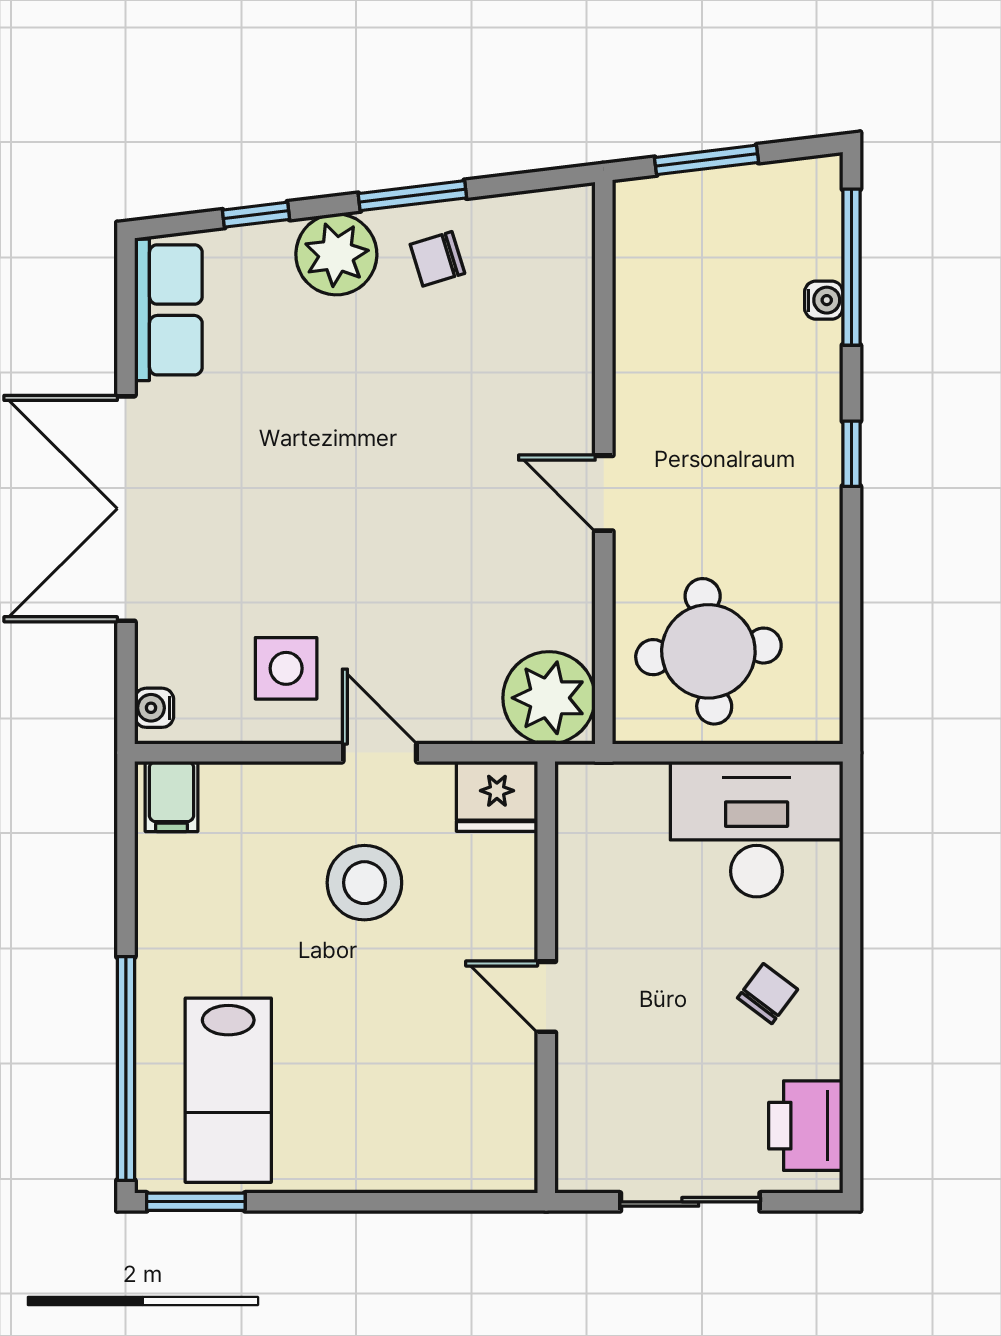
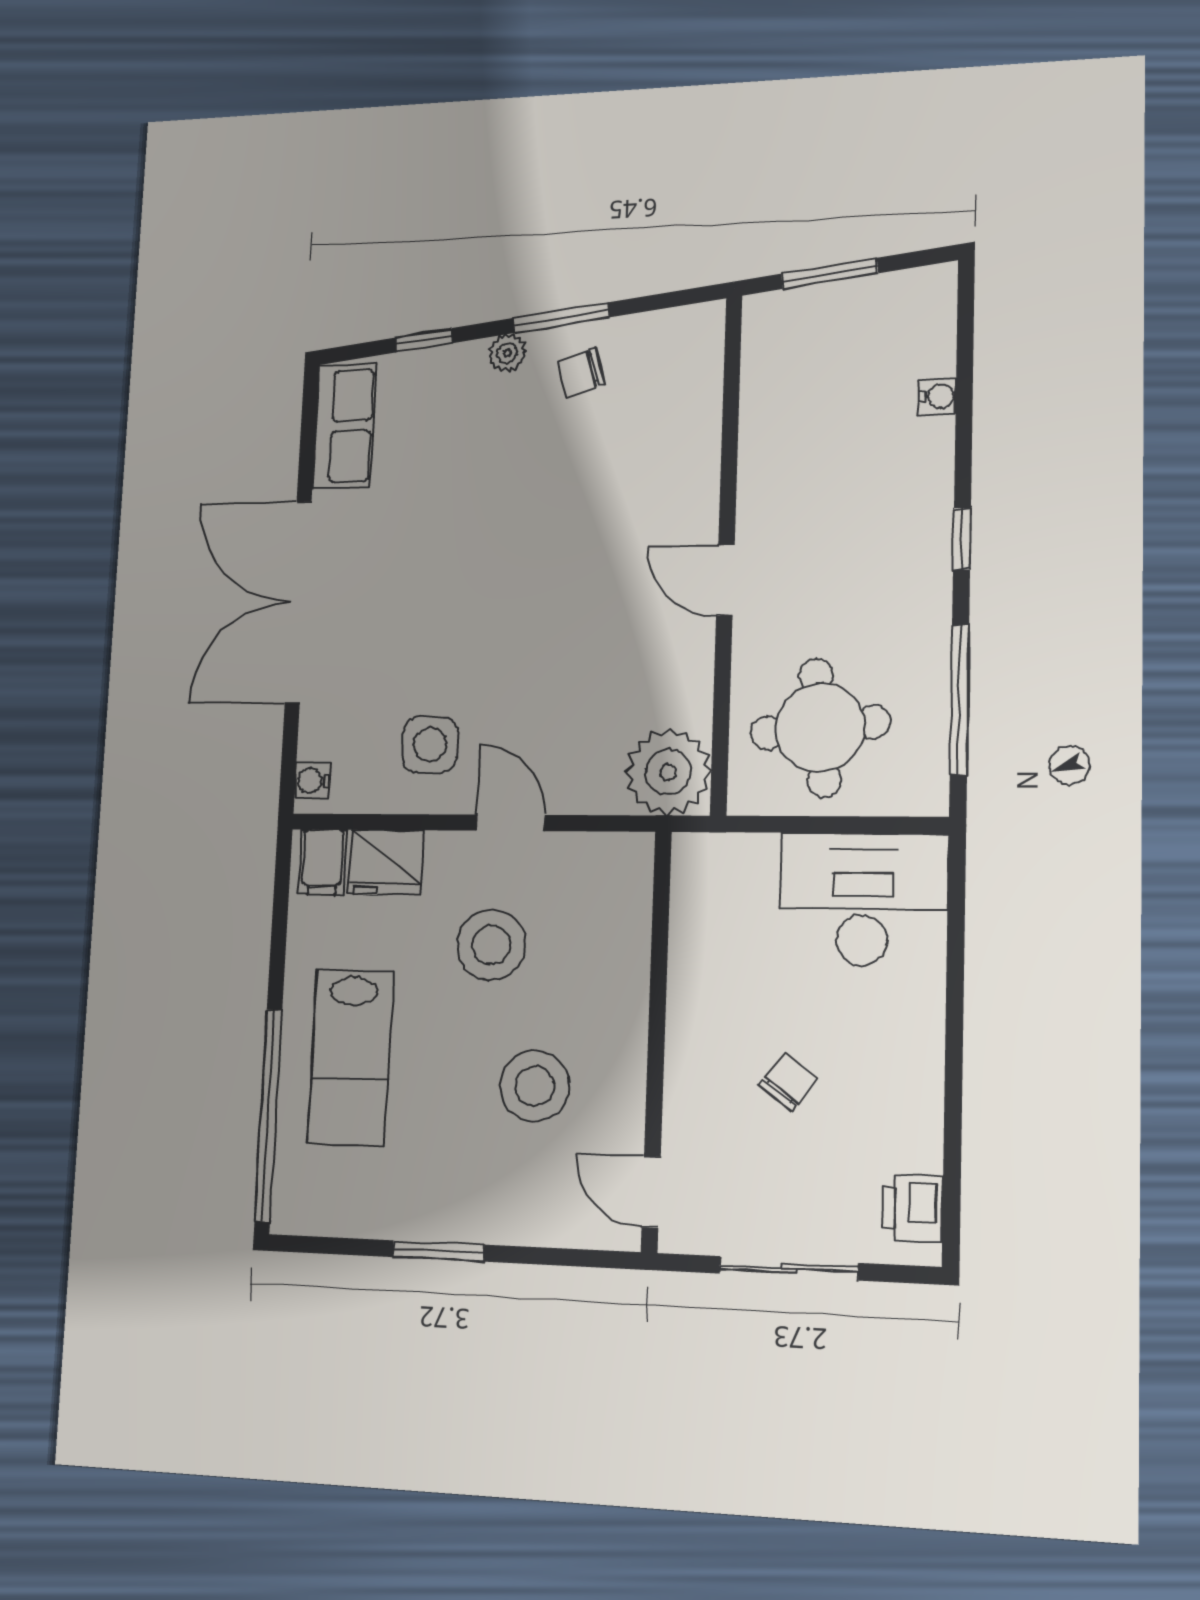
plant: (336, 254) -> (507, 353), width x0.53, depth x0.53
window: (851, 267) -> (959, 700), moved
fridge: (497, 796) -> (386, 862), moved
chair: (768, 994) -> (788, 1082), moved
door: (546, 997) -> (651, 1192), moved
stool: (418, 1029) -> (535, 1086), added
lab bench: (228, 1090) -> (351, 1057), moved
printer: (806, 1126) -> (912, 1208), width x0.73, depth x0.81
window: (196, 1202) -> (438, 1251), moved

